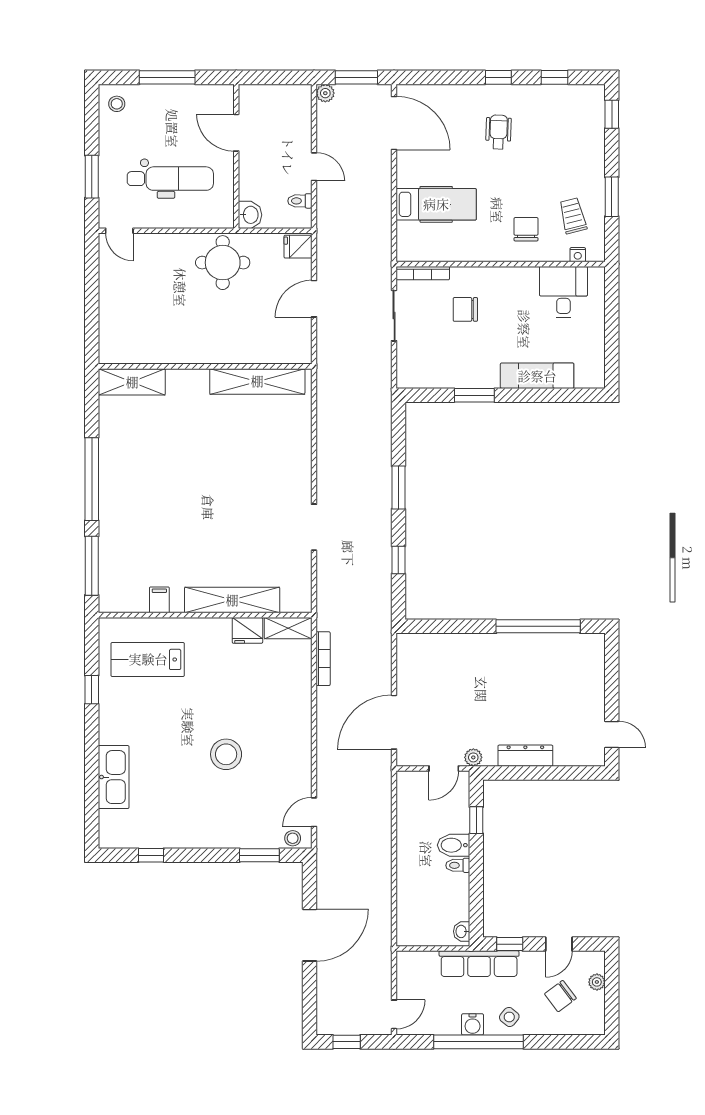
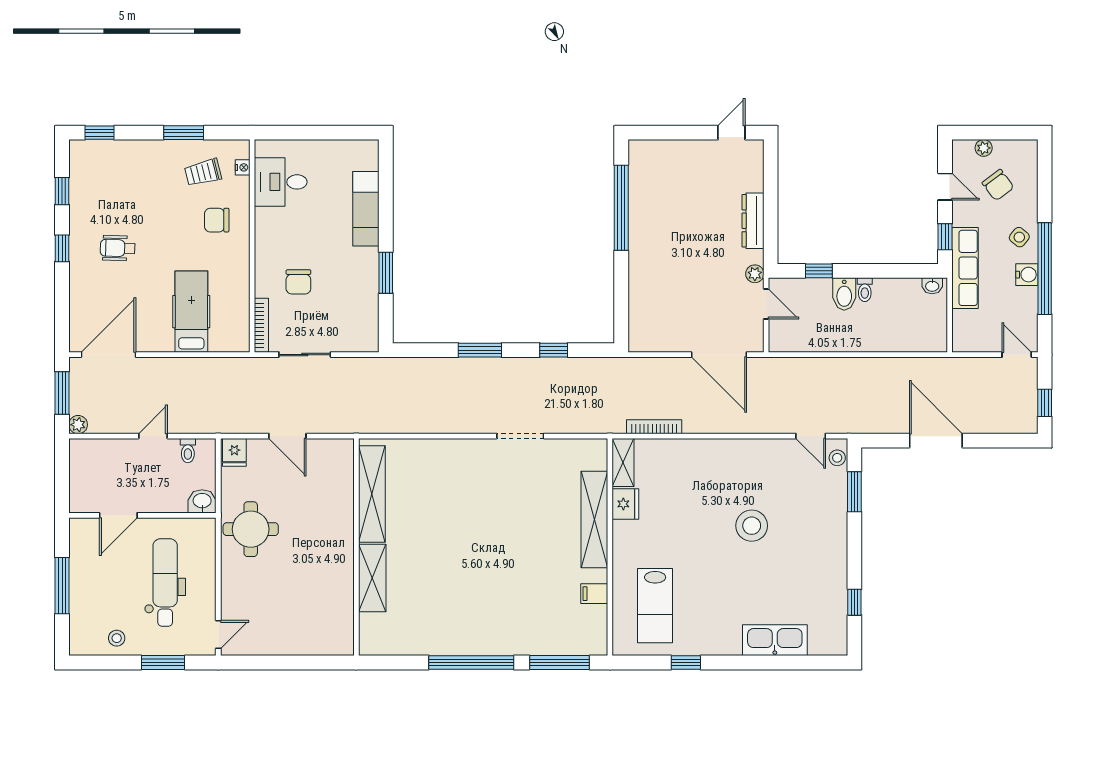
stool: (117, 104) -> (117, 638), moved
shelving: (132, 382) -> (372, 578), moved

